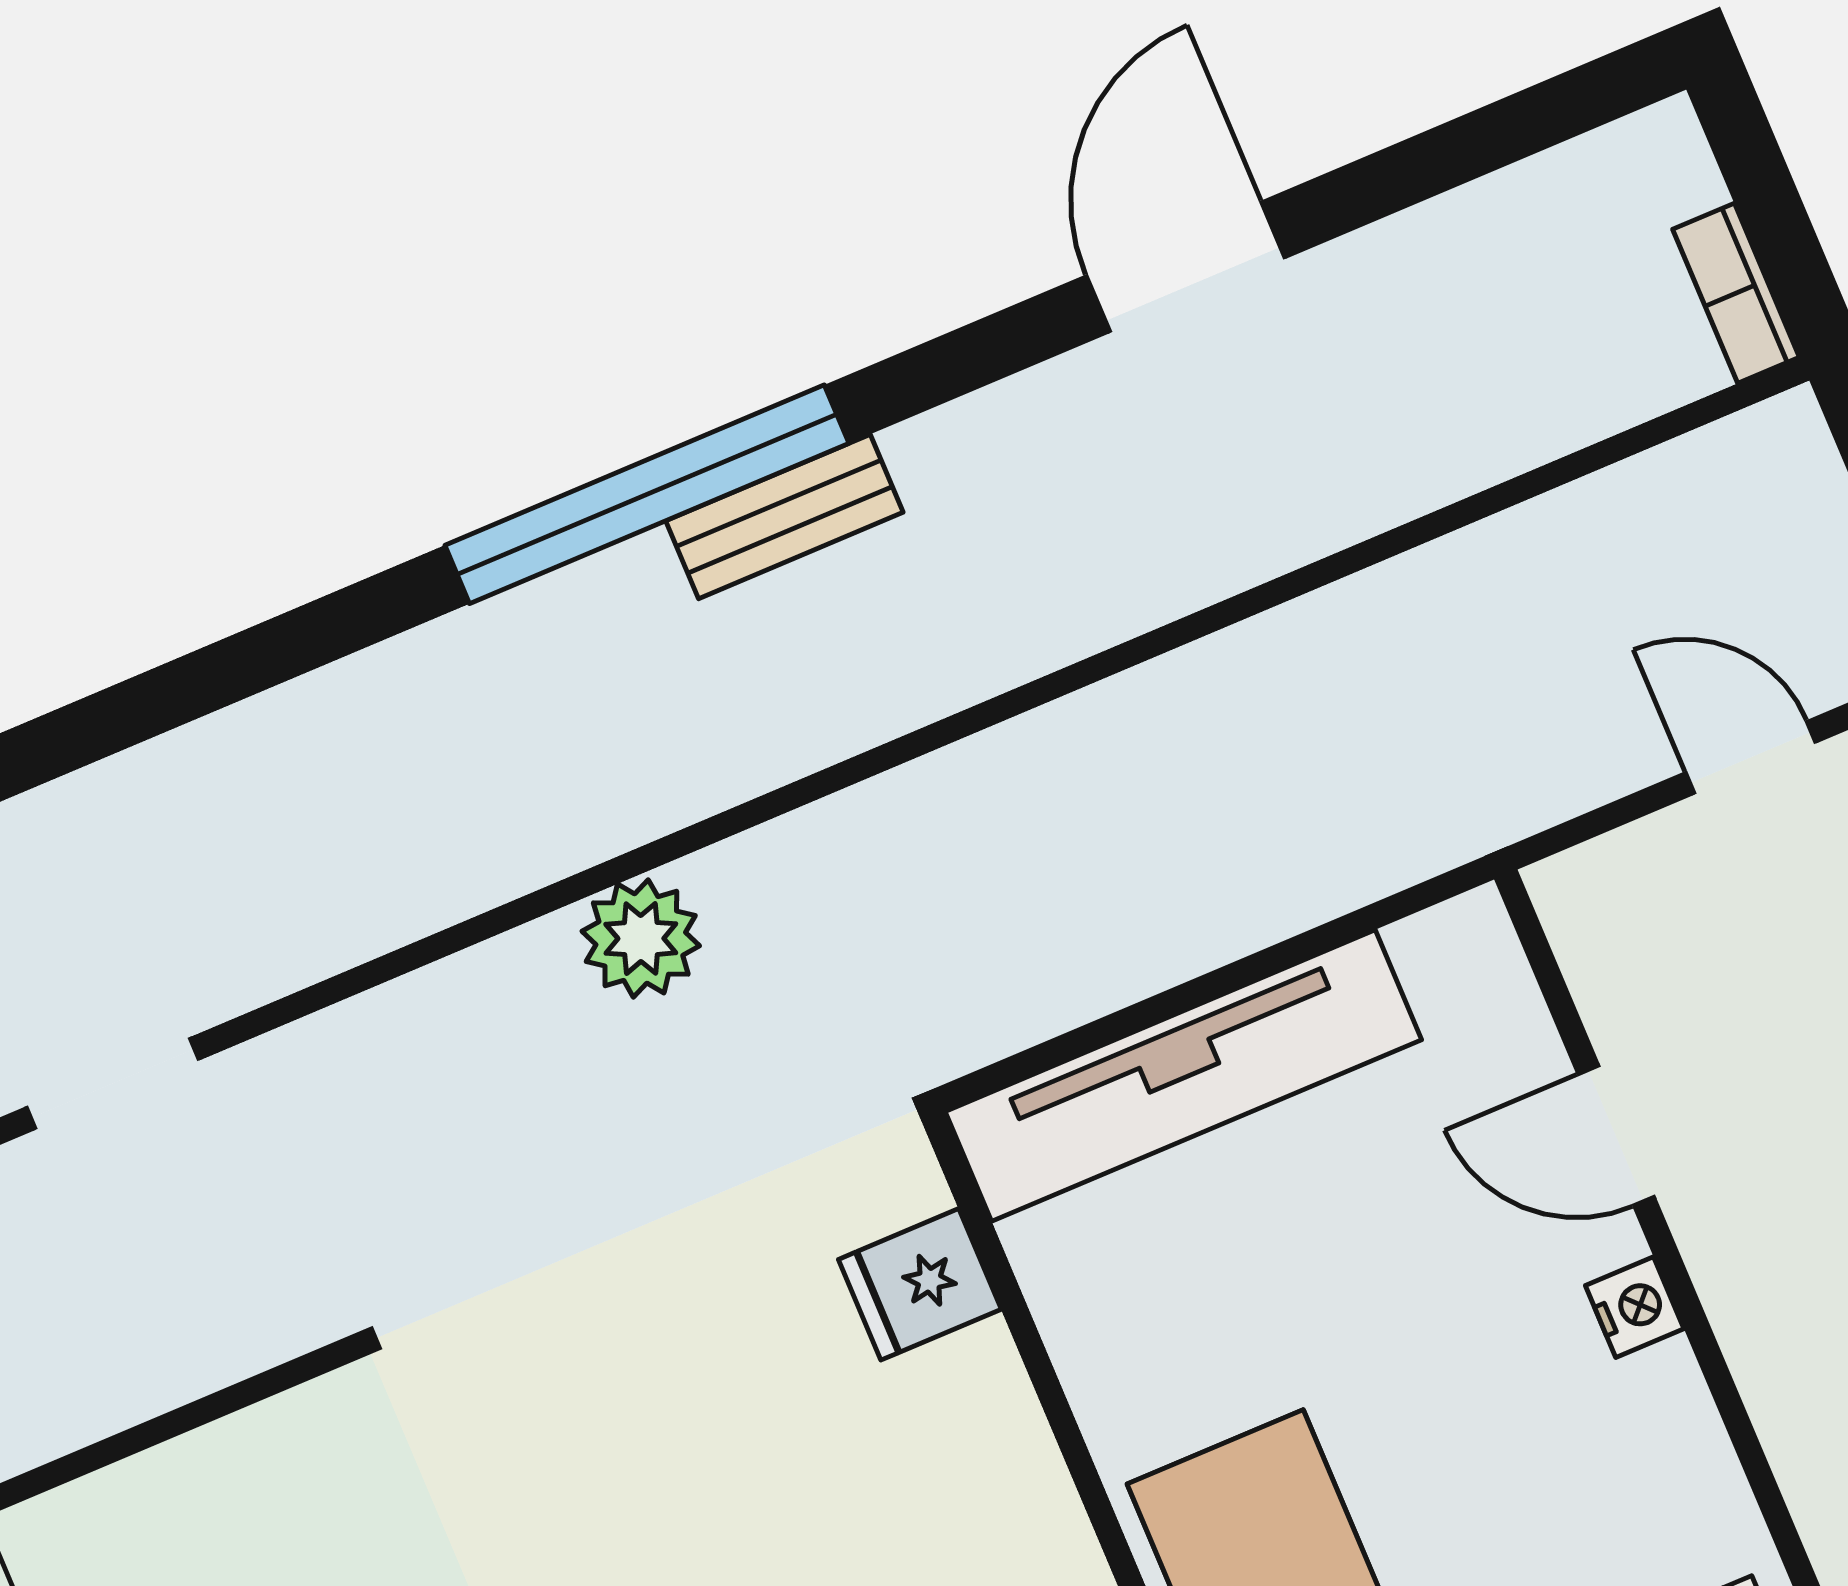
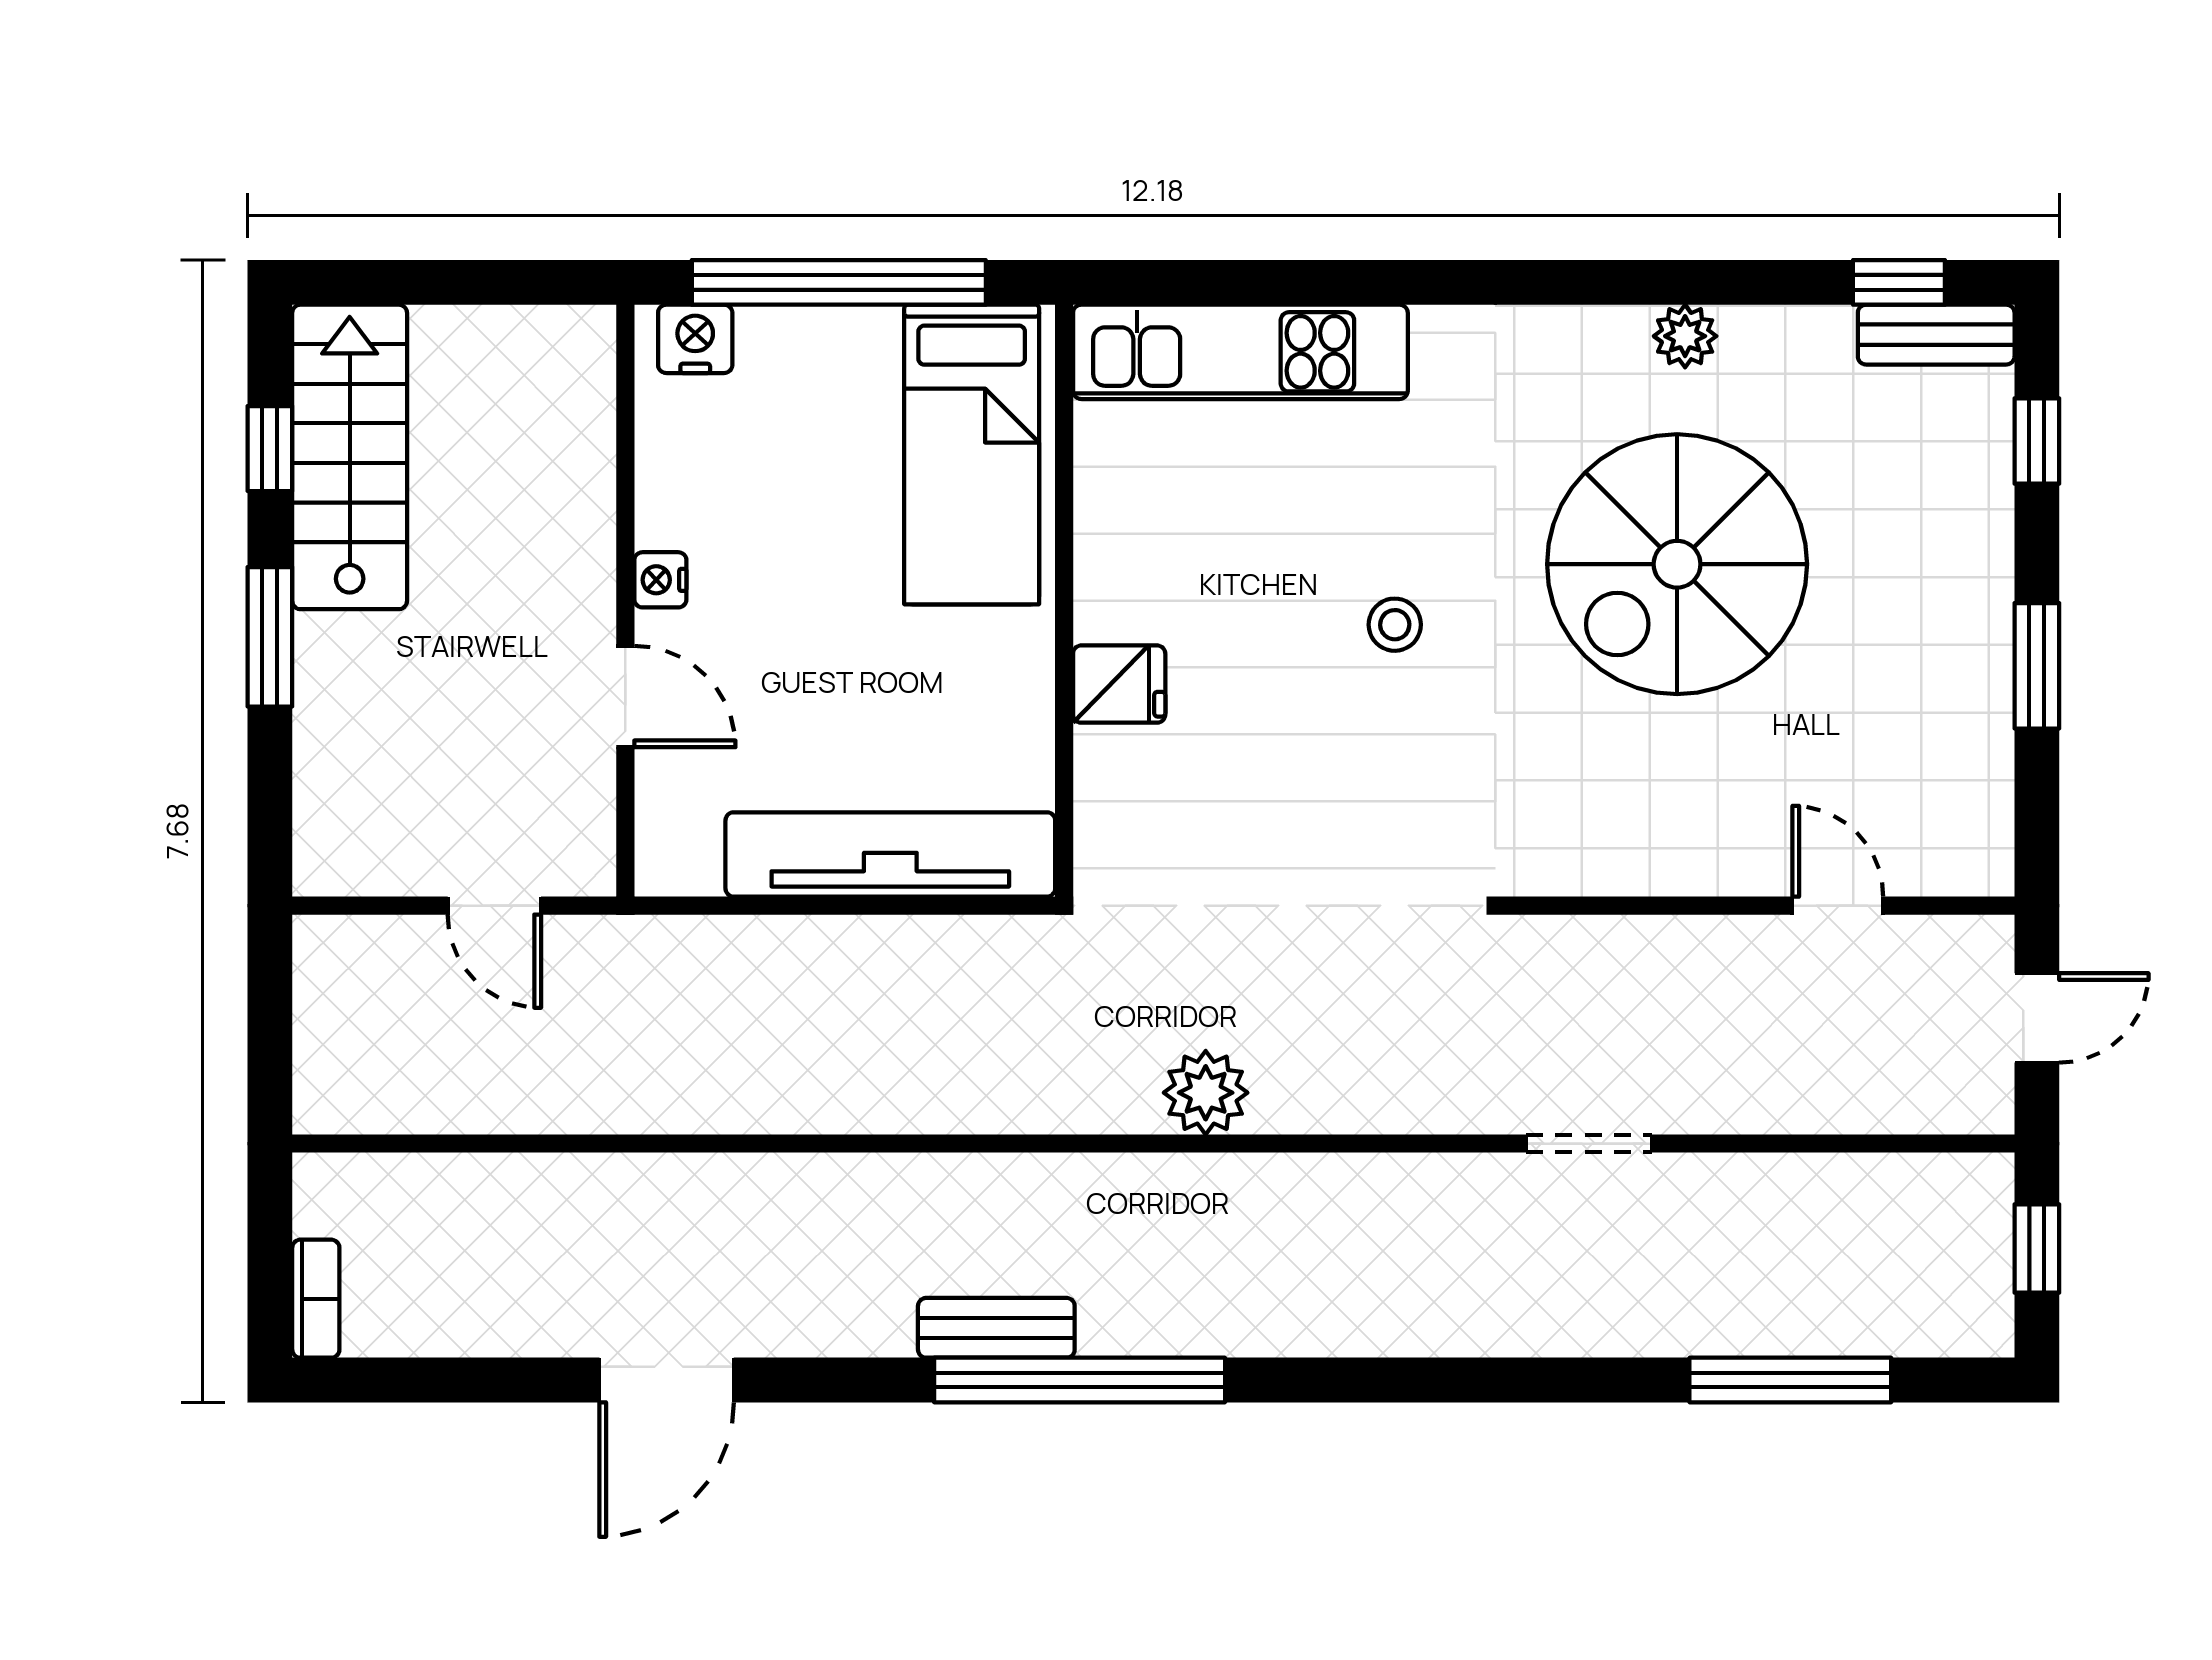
bookcase: (1736, 293) -> (316, 1299), moved
door: (1751, 757) -> (494, 906), moved
fridge: (920, 1284) -> (1119, 684), moved

